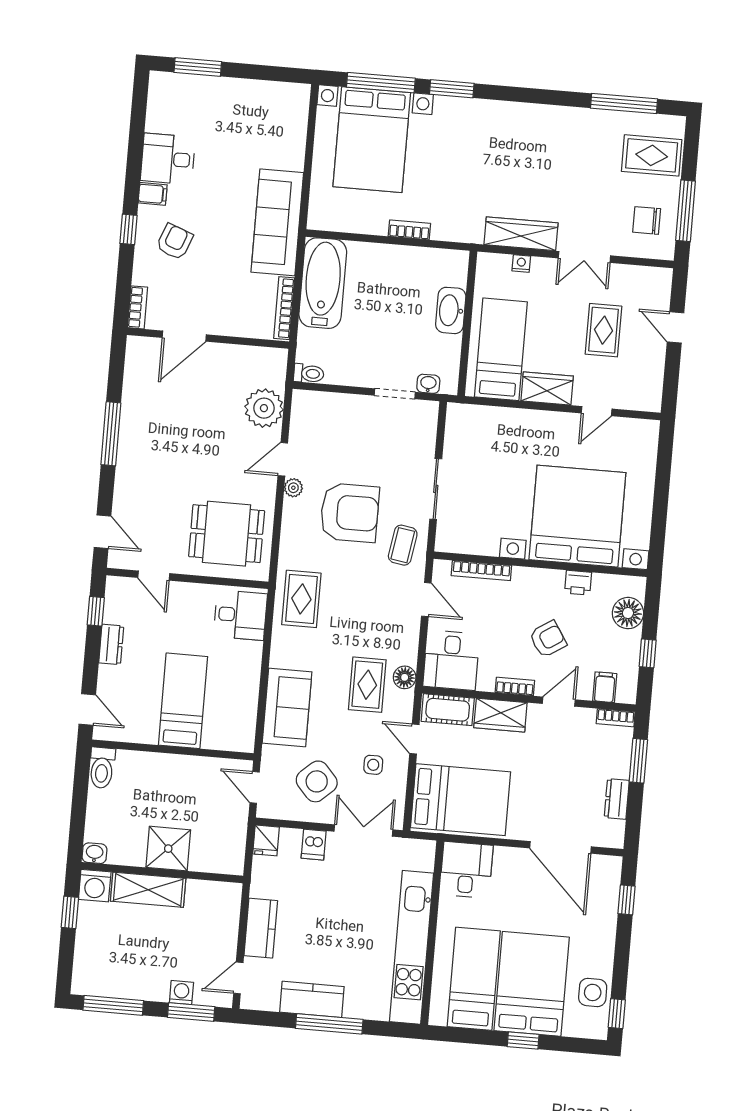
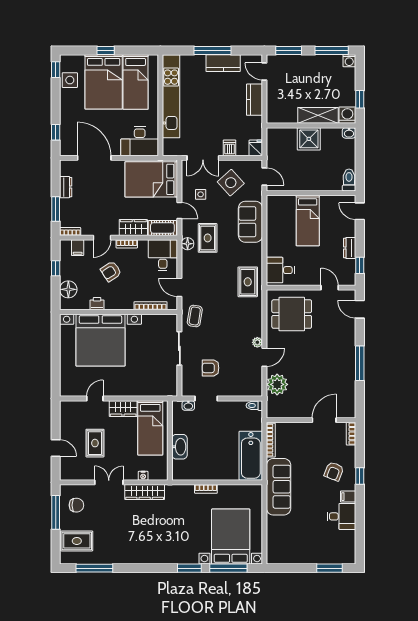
armchair: (350, 513) -> (211, 368), moved, width x0.53, depth x0.53
desk: (466, 870) -> (140, 141), width x1.37
door: (238, 978) -> (264, 71), swing flipped
washing machine: (181, 993) -> (349, 61), moved

